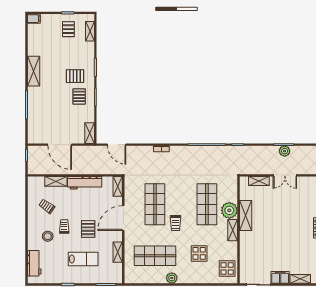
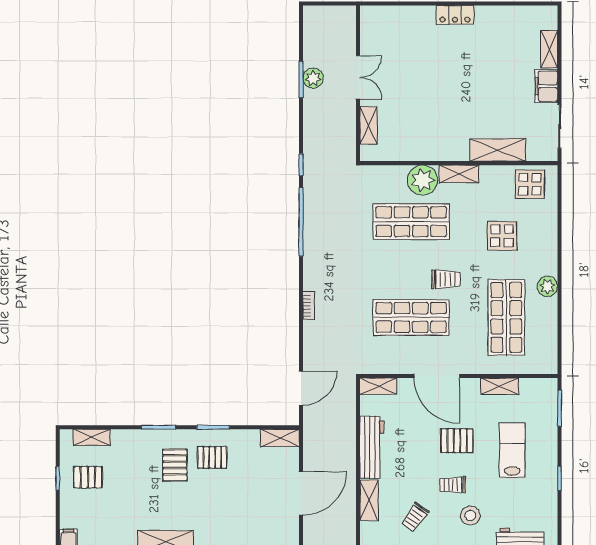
shelving: (246, 216) -> (498, 150), moved

